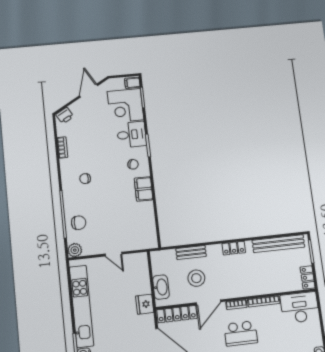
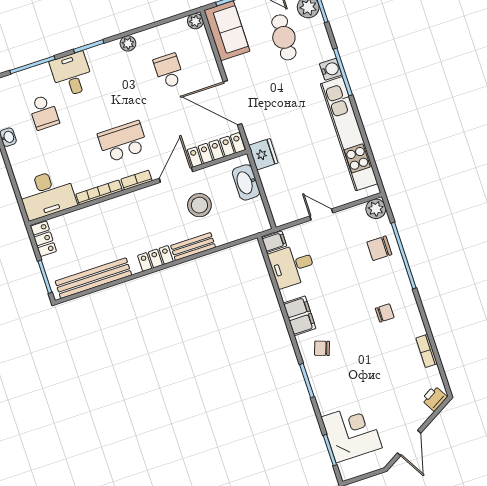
filing cabinet: (132, 83) -> (274, 242), moved
desk: (132, 135) -> (292, 266), moved
bench: (191, 252) -> (193, 246), moved

